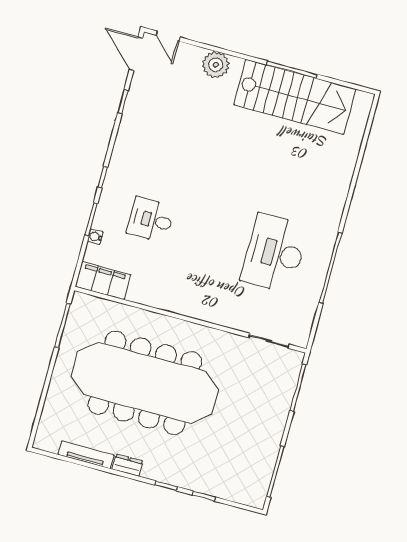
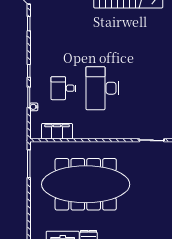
desk: (275, 253) -> (102, 88), moved
filing cabinet: (103, 281) -> (57, 131), moved

